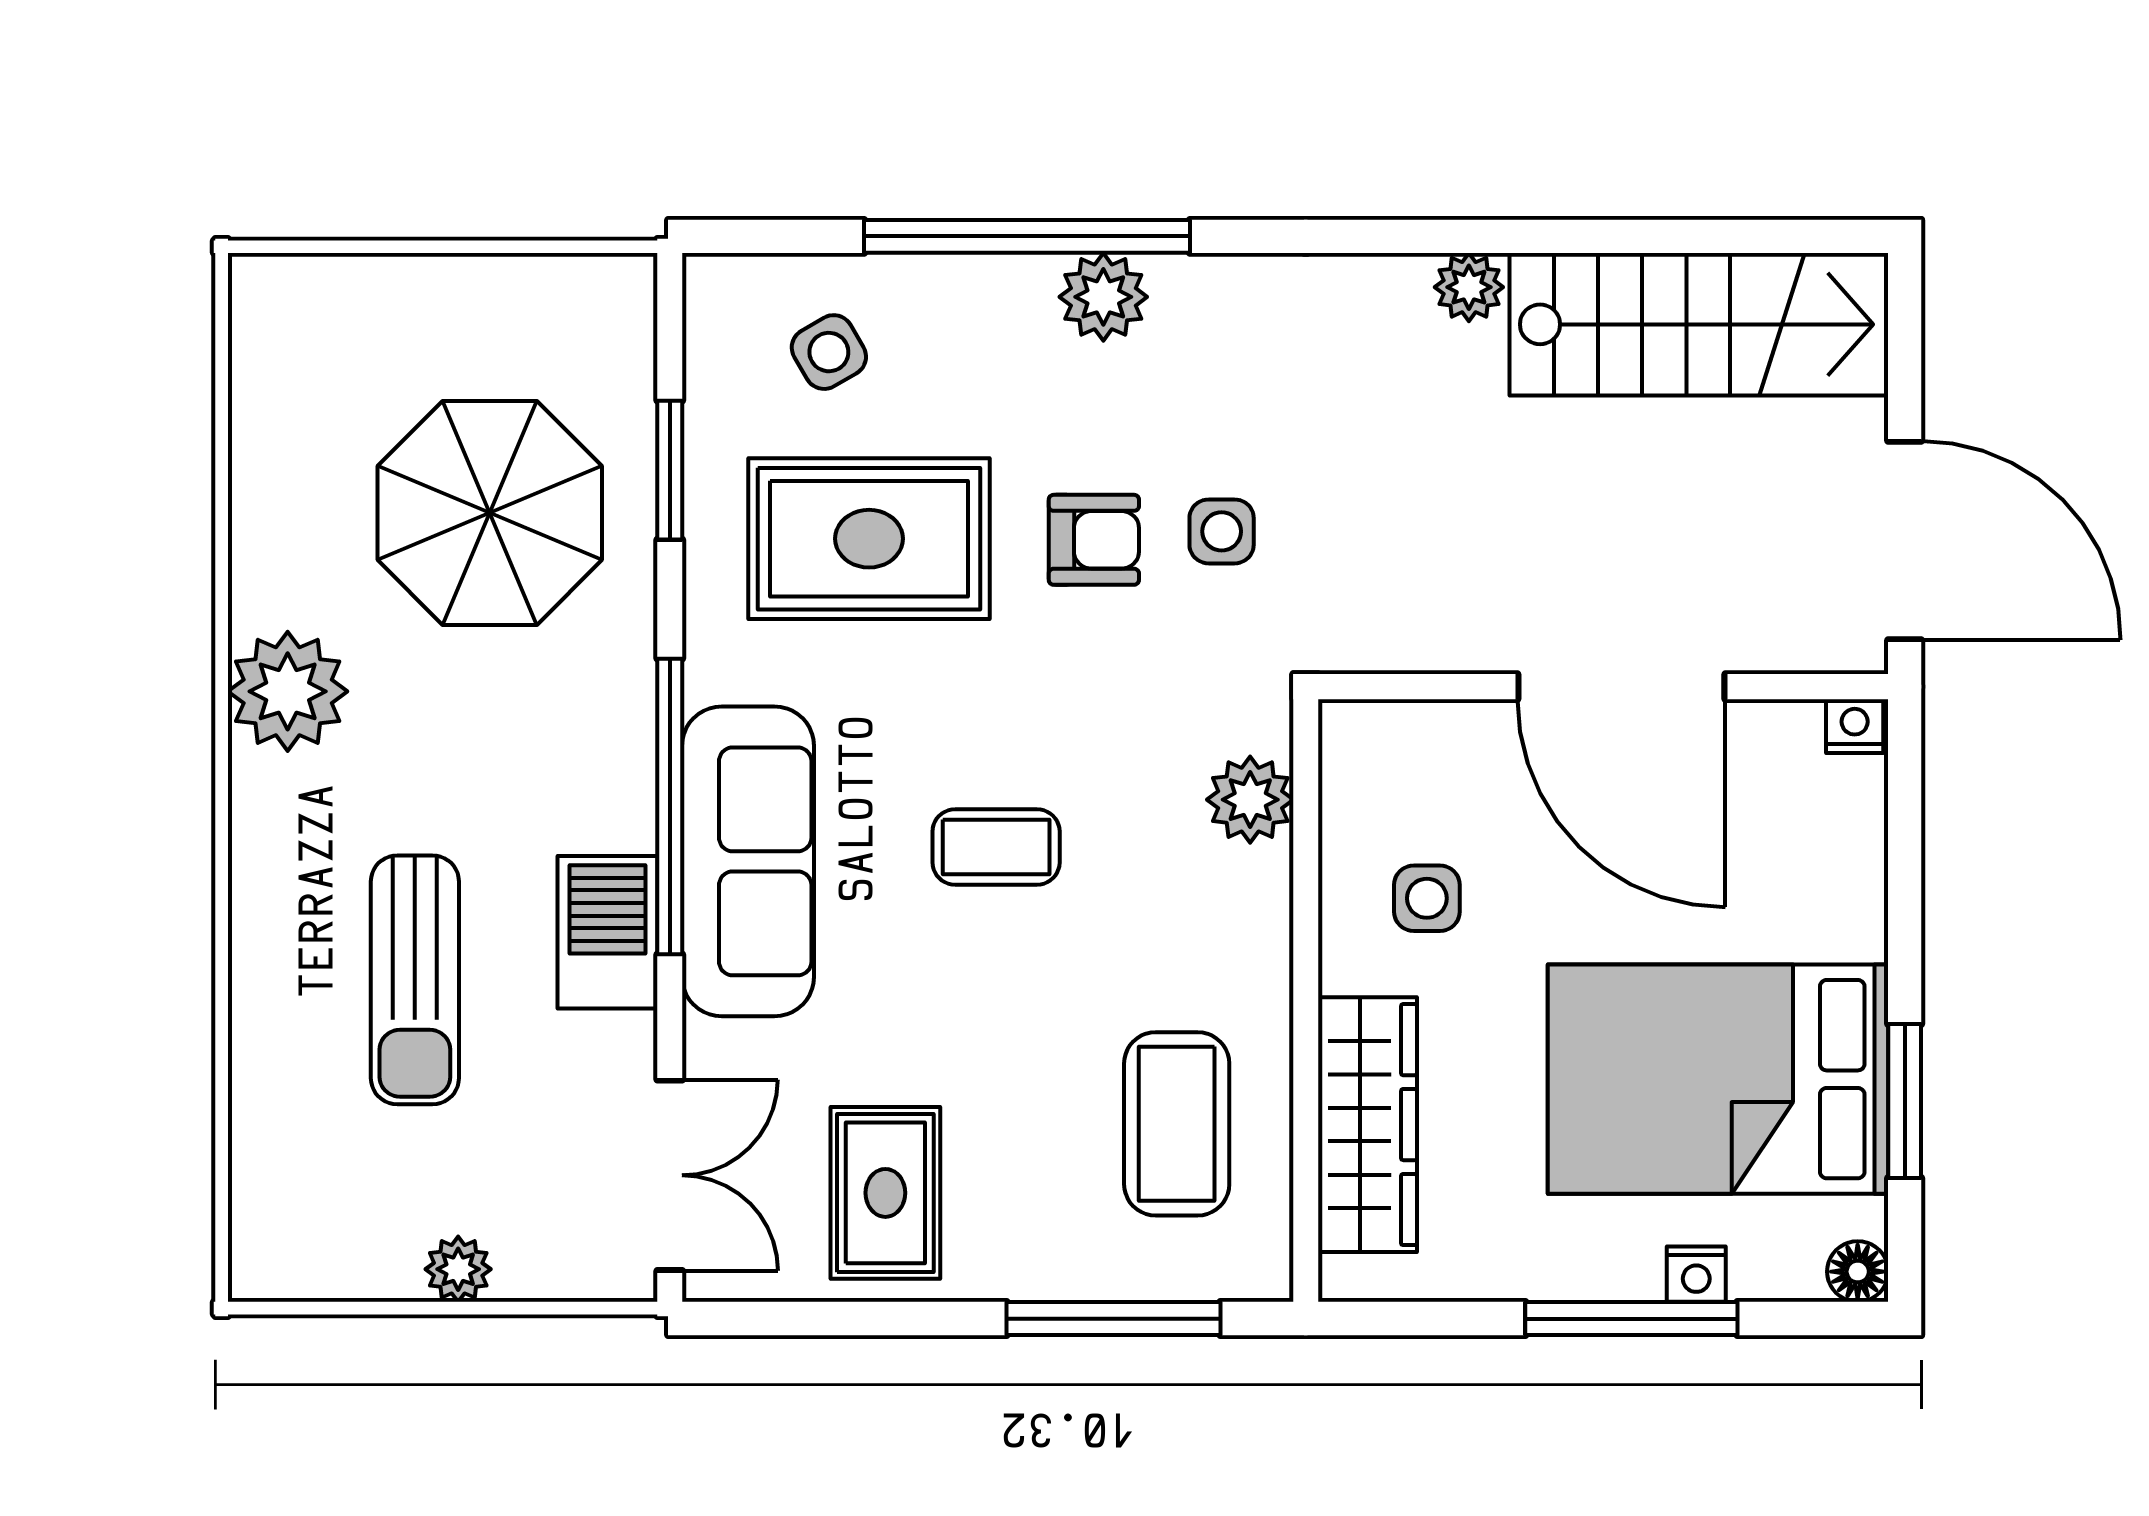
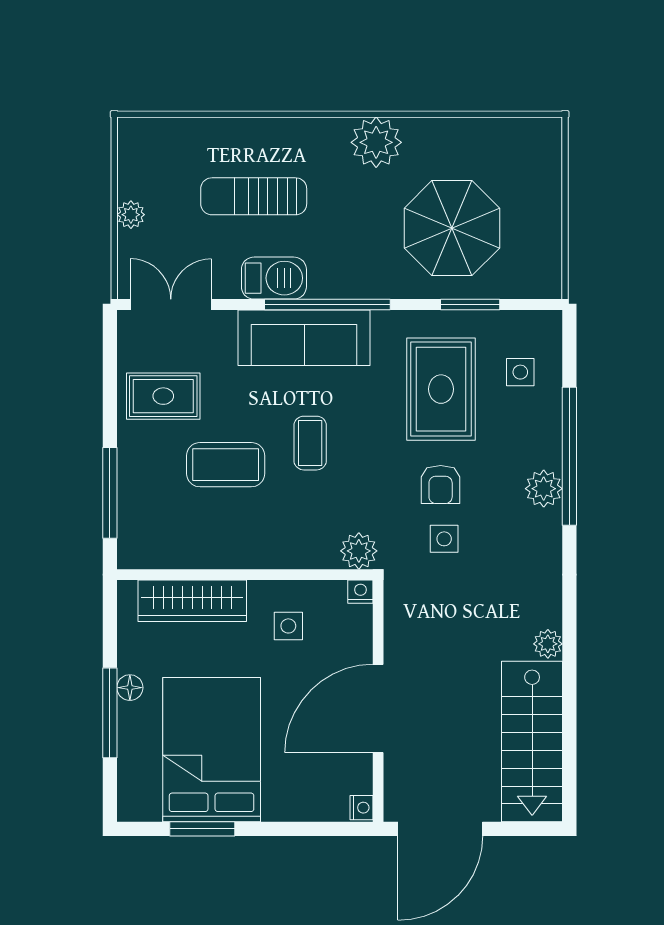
side table: (829, 352) -> (520, 372), turned 30
plant: (1250, 800) -> (359, 551), moved
coffee table: (1177, 1124) -> (226, 465), moved
double door: (670, 1175) -> (171, 305), swing flipped
floor lamp: (1858, 1272) -> (130, 688), moved
nightstand: (1696, 1274) -> (360, 592), moved, turned 90

